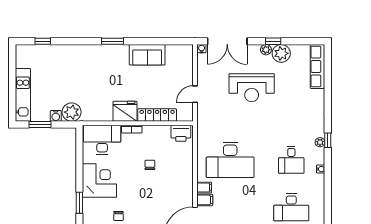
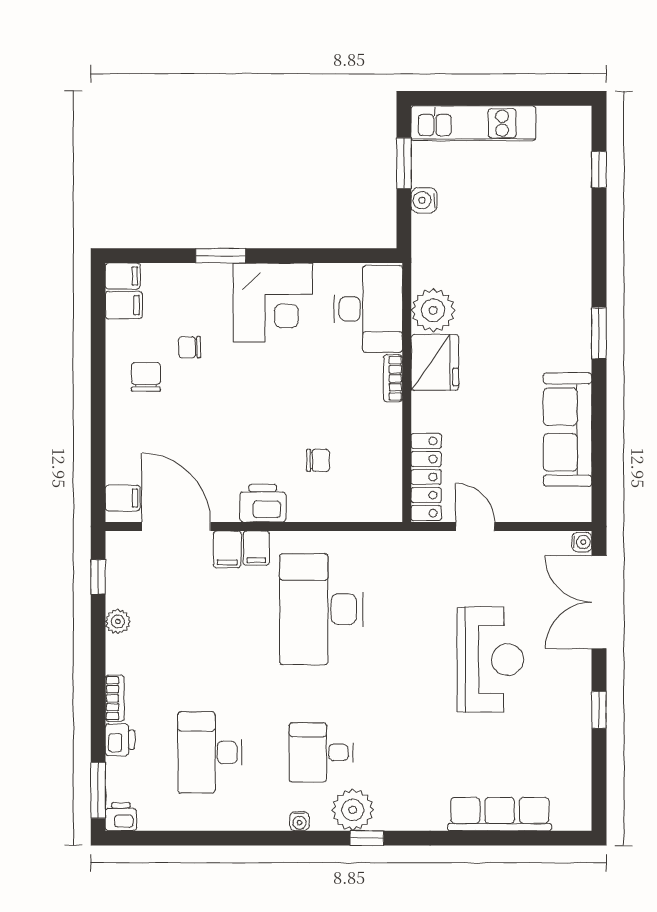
plant: (266, 50) -> (579, 693), removed
plant: (281, 53) -> (571, 729), removed
sofa: (147, 55) -> (568, 430), width x1.36
row of seats: (318, 66) -> (500, 814), moved
reception desk: (252, 88) -> (490, 660), turned 180
plant: (72, 112) -> (433, 310), moved
locker: (157, 115) -> (426, 477), moved
printer: (181, 133) -> (263, 503), moved, turned 90
plant: (320, 142) -> (353, 810), width x1.87, depth x1.87
chair: (150, 165) -> (318, 460), moved

